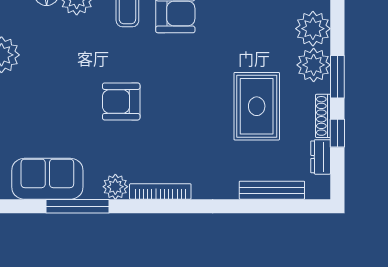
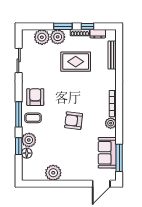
armchair: (121, 101) -> (74, 121), turned 97
window: (77, 206) -> (119, 158), moved

